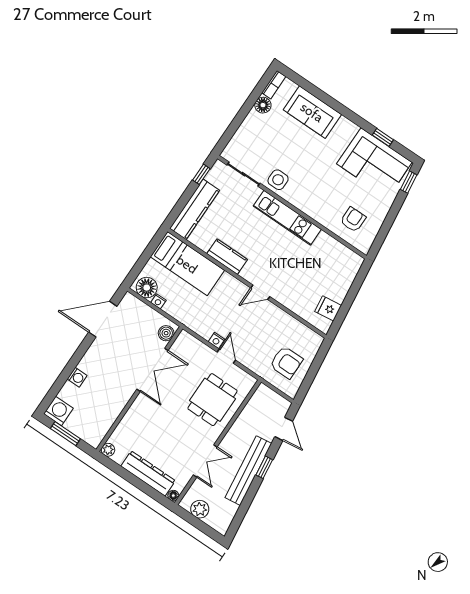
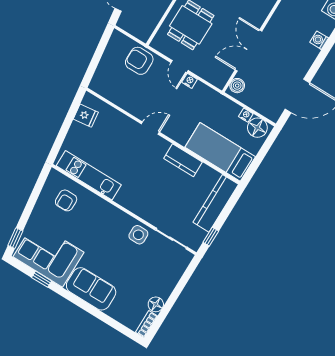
sofa: (312, 112) -> (91, 289), moved
kitchen unit: (287, 218) -> (89, 175), moved
armchair: (286, 362) -> (139, 61), moved

